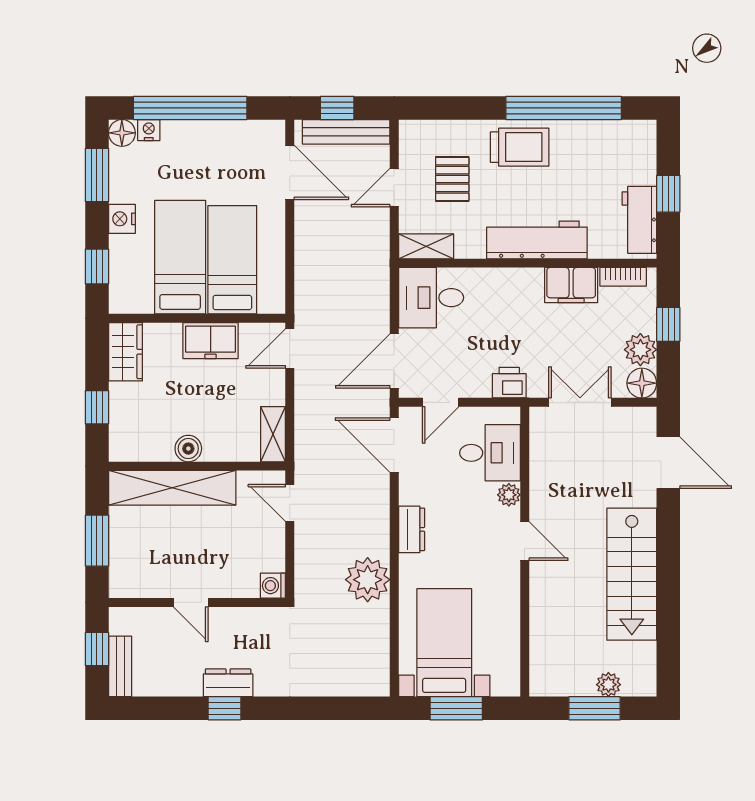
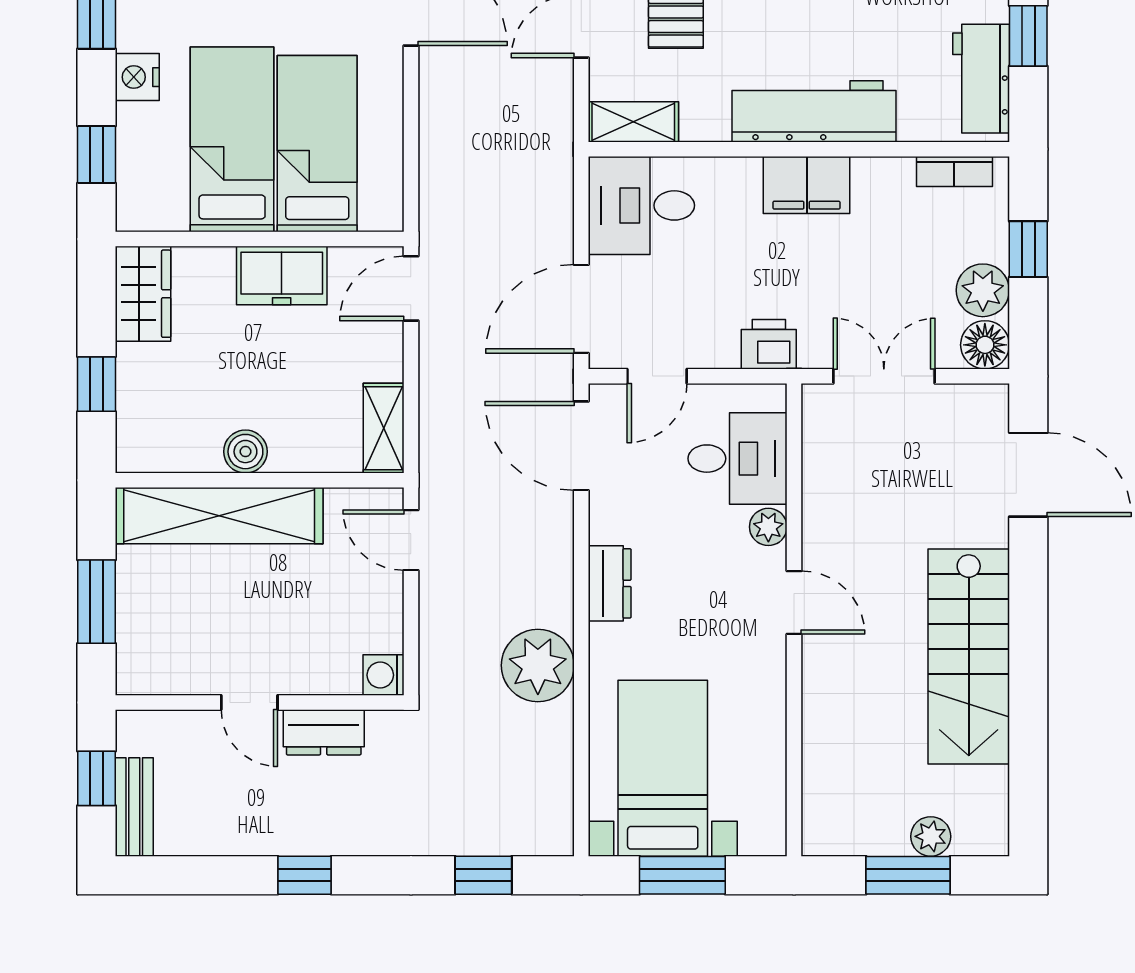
filing cabinet: (571, 285) -> (807, 185), moved
dresser: (228, 683) -> (324, 732), moved, turned 180
window: (334, 708) -> (483, 875), added

